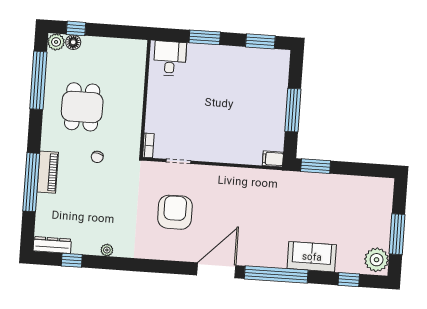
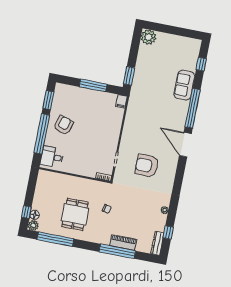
window: (205, 37) -> (42, 134), width x2.11
armchair: (223, 71) -> (64, 125), added
dining table: (82, 107) -> (75, 214), turned 90
piano: (48, 172) -> (123, 243), moved
window: (397, 234) -> (177, 31), removed
plant: (377, 260) -> (148, 37), moved

